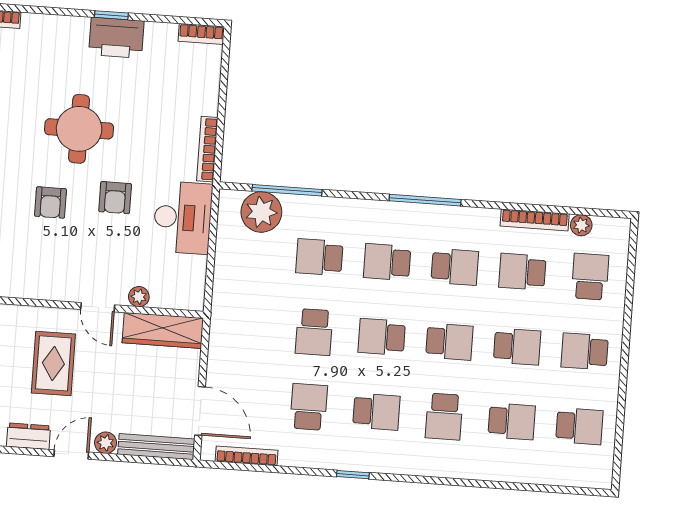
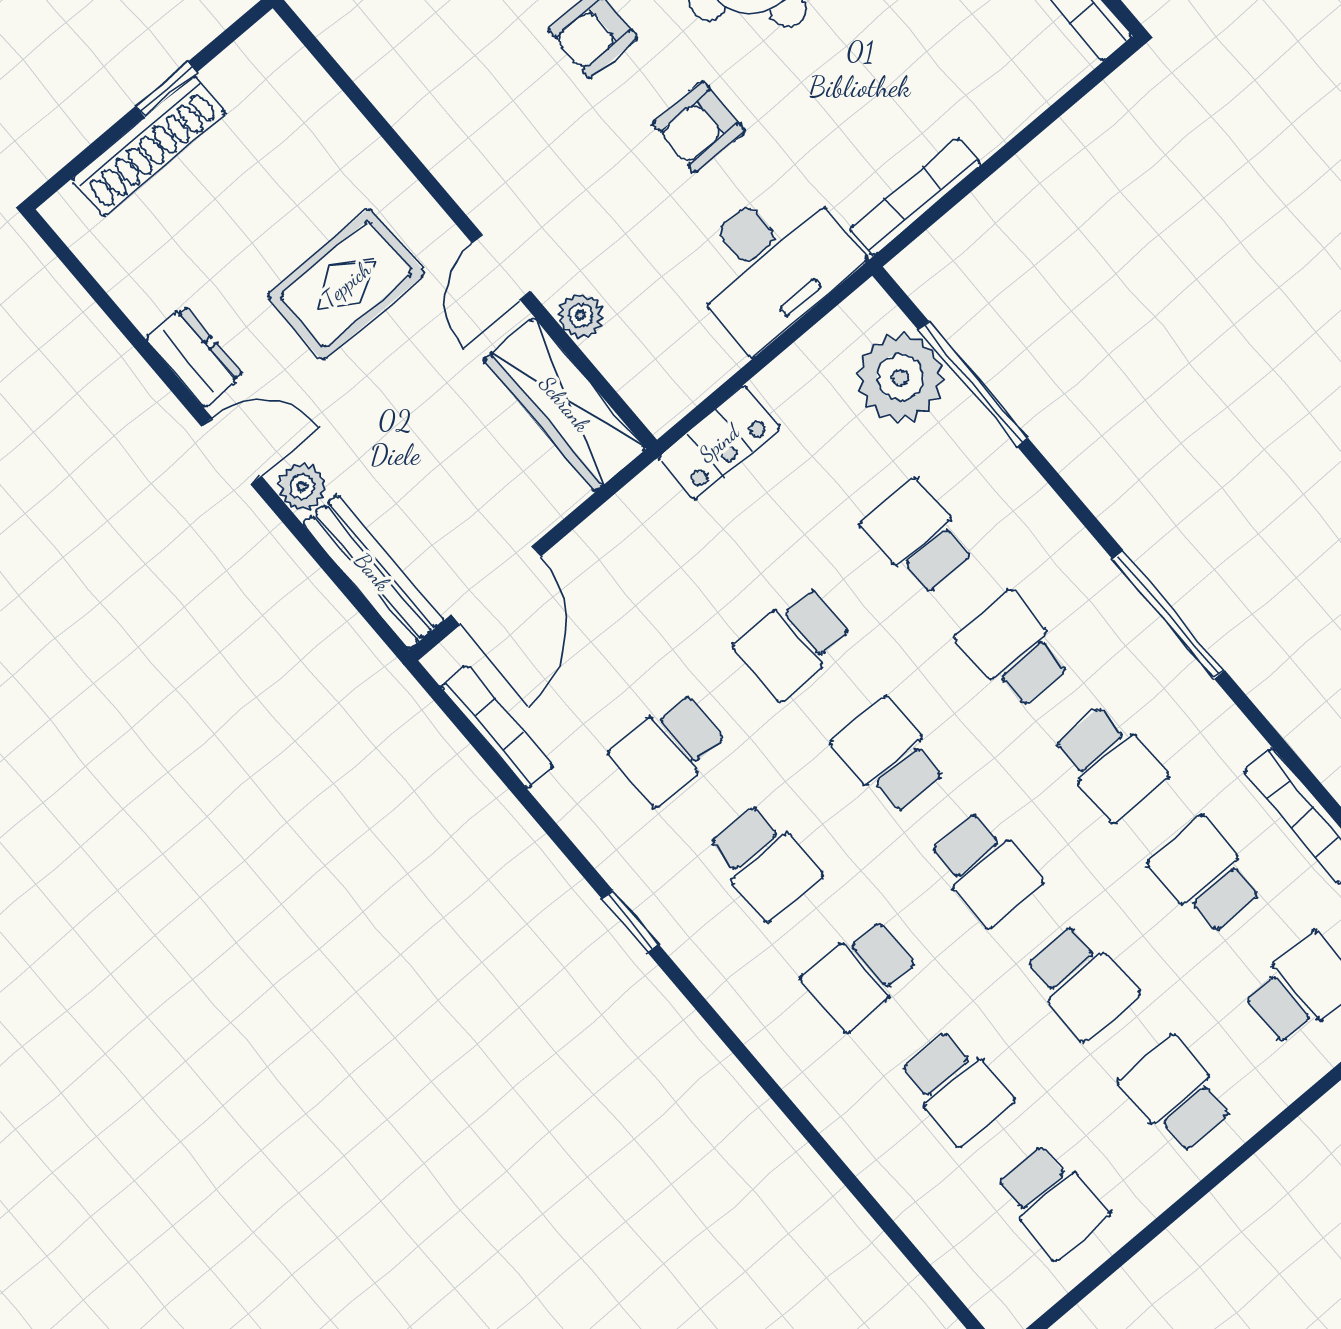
locker: (225, 292) -> (719, 443), added
school desk: (309, 407) -> (668, 749), turned 180

